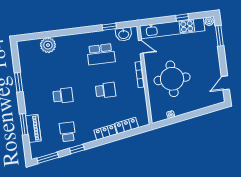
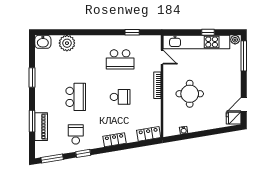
washbasin: (124, 34) -> (43, 42), moved
window: (219, 36) -> (244, 56), width x1.44
round table: (172, 79) -> (190, 94), width x0.73, depth x0.73
school desk: (63, 96) -> (76, 97), width x1.85
fridge: (217, 97) -> (234, 118), added
locker: (127, 126) -> (149, 134), moved

